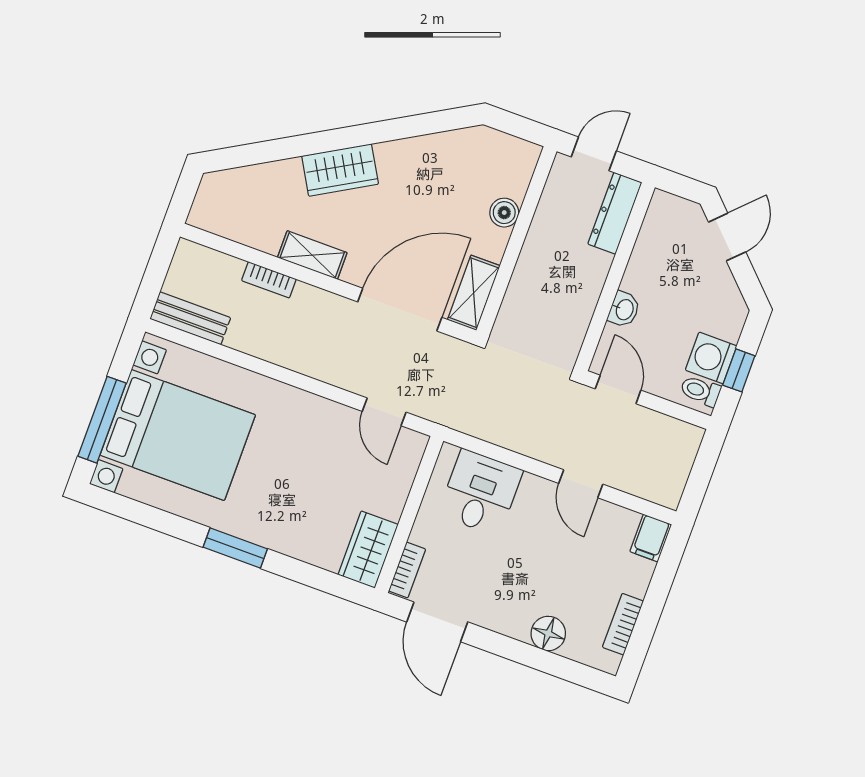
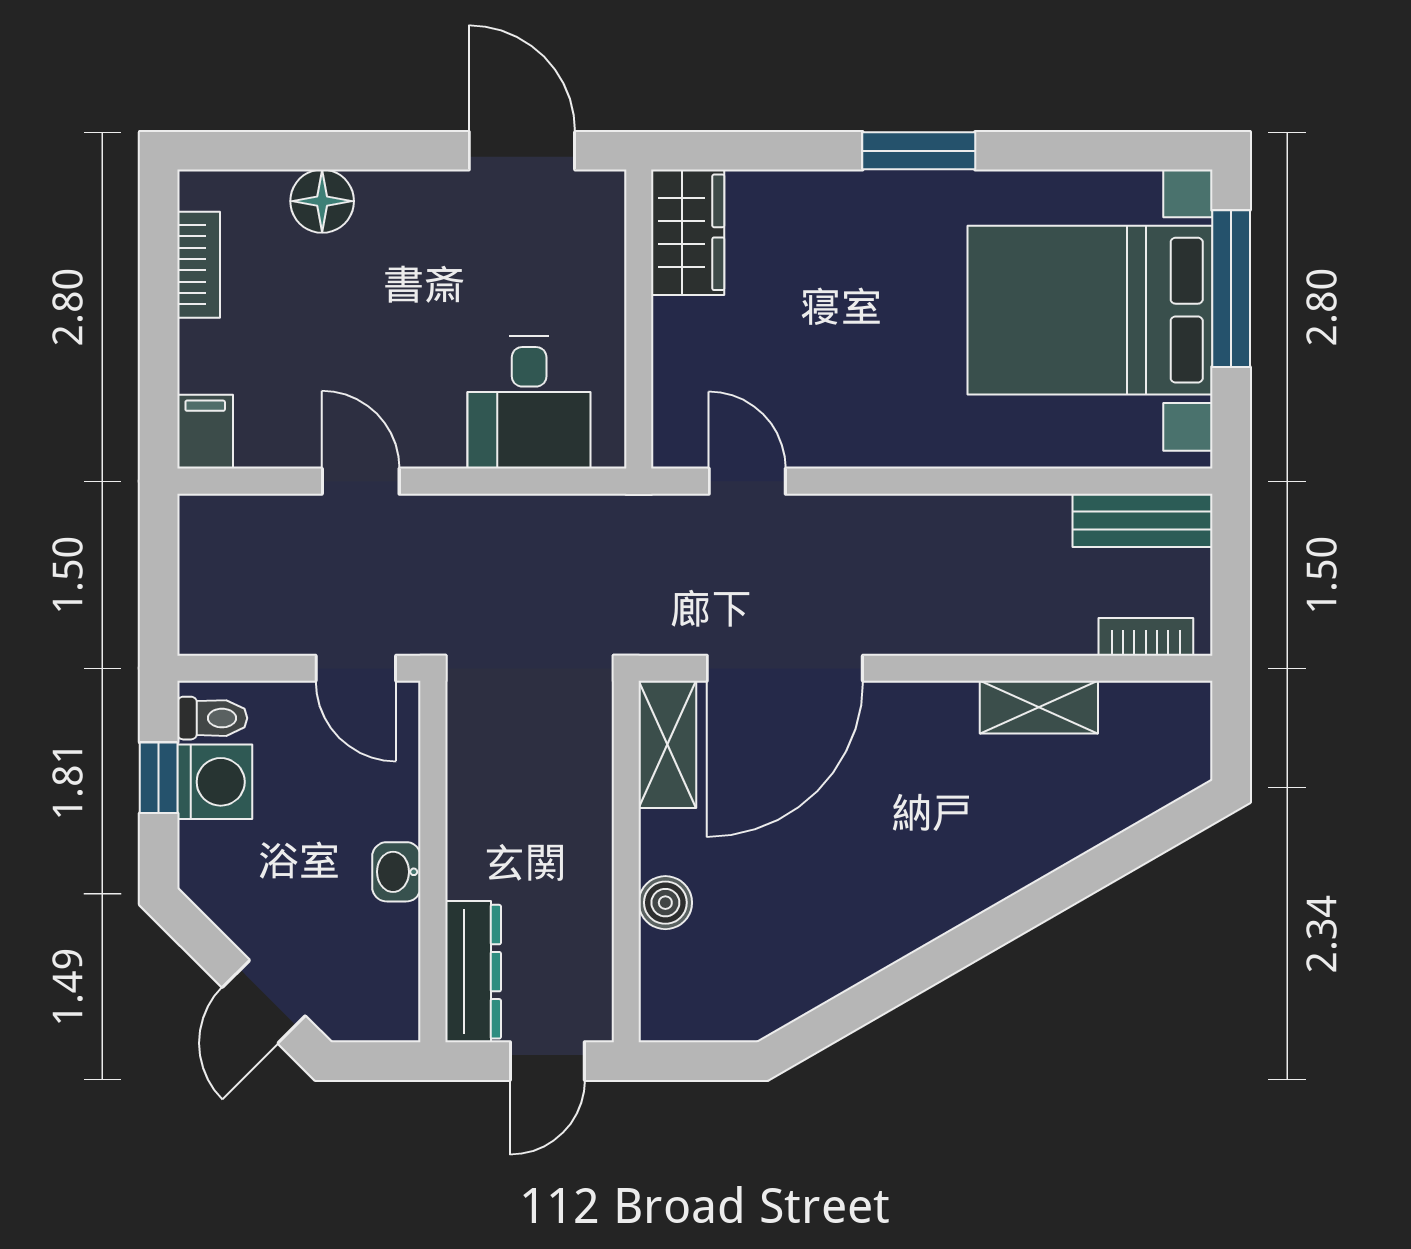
wardrobe: (340, 170) -> (977, 872), removed
shelving: (312, 255) -> (1039, 707), moved
bookcase: (269, 280) -> (1146, 637), moved
washbasin: (624, 309) -> (396, 872), moved
bookcase: (407, 570) -> (607, 222), removed

